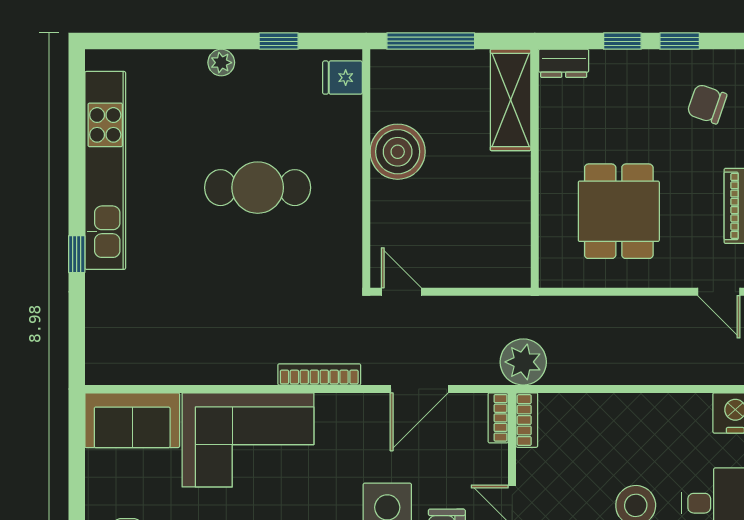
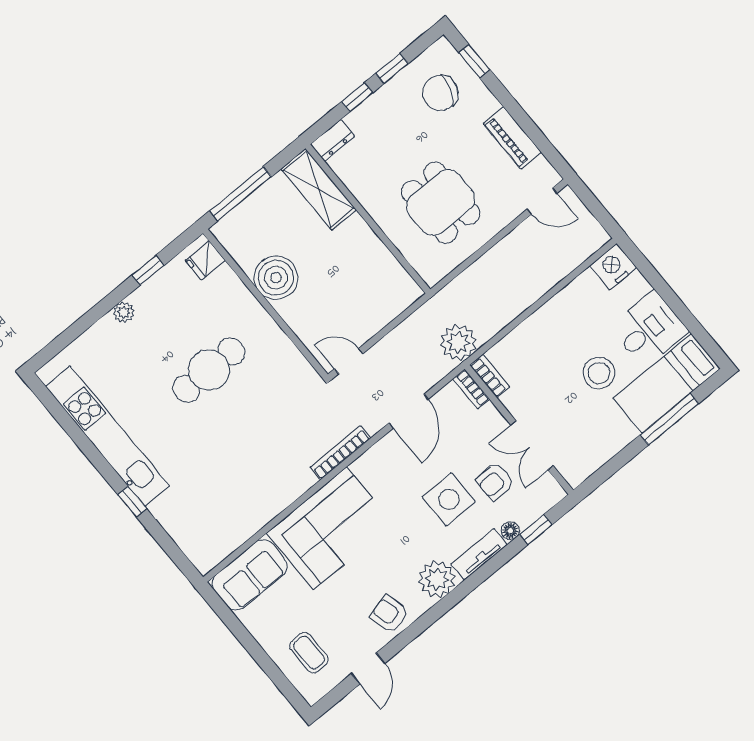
chair: (707, 104) -> (440, 93), width x1.37, depth x1.37

